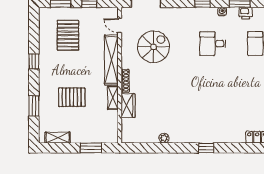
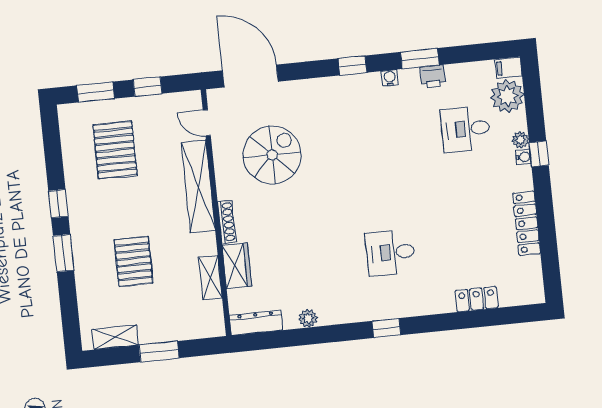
desk: (213, 44) -> (390, 252), moved
pallet: (72, 97) -> (134, 261), turned 90
shelving: (113, 98) -> (210, 278), moved
window: (34, 106) -> (63, 253), moved
dresser: (135, 138) -> (256, 323), added
window: (91, 148) -> (159, 352), moved

